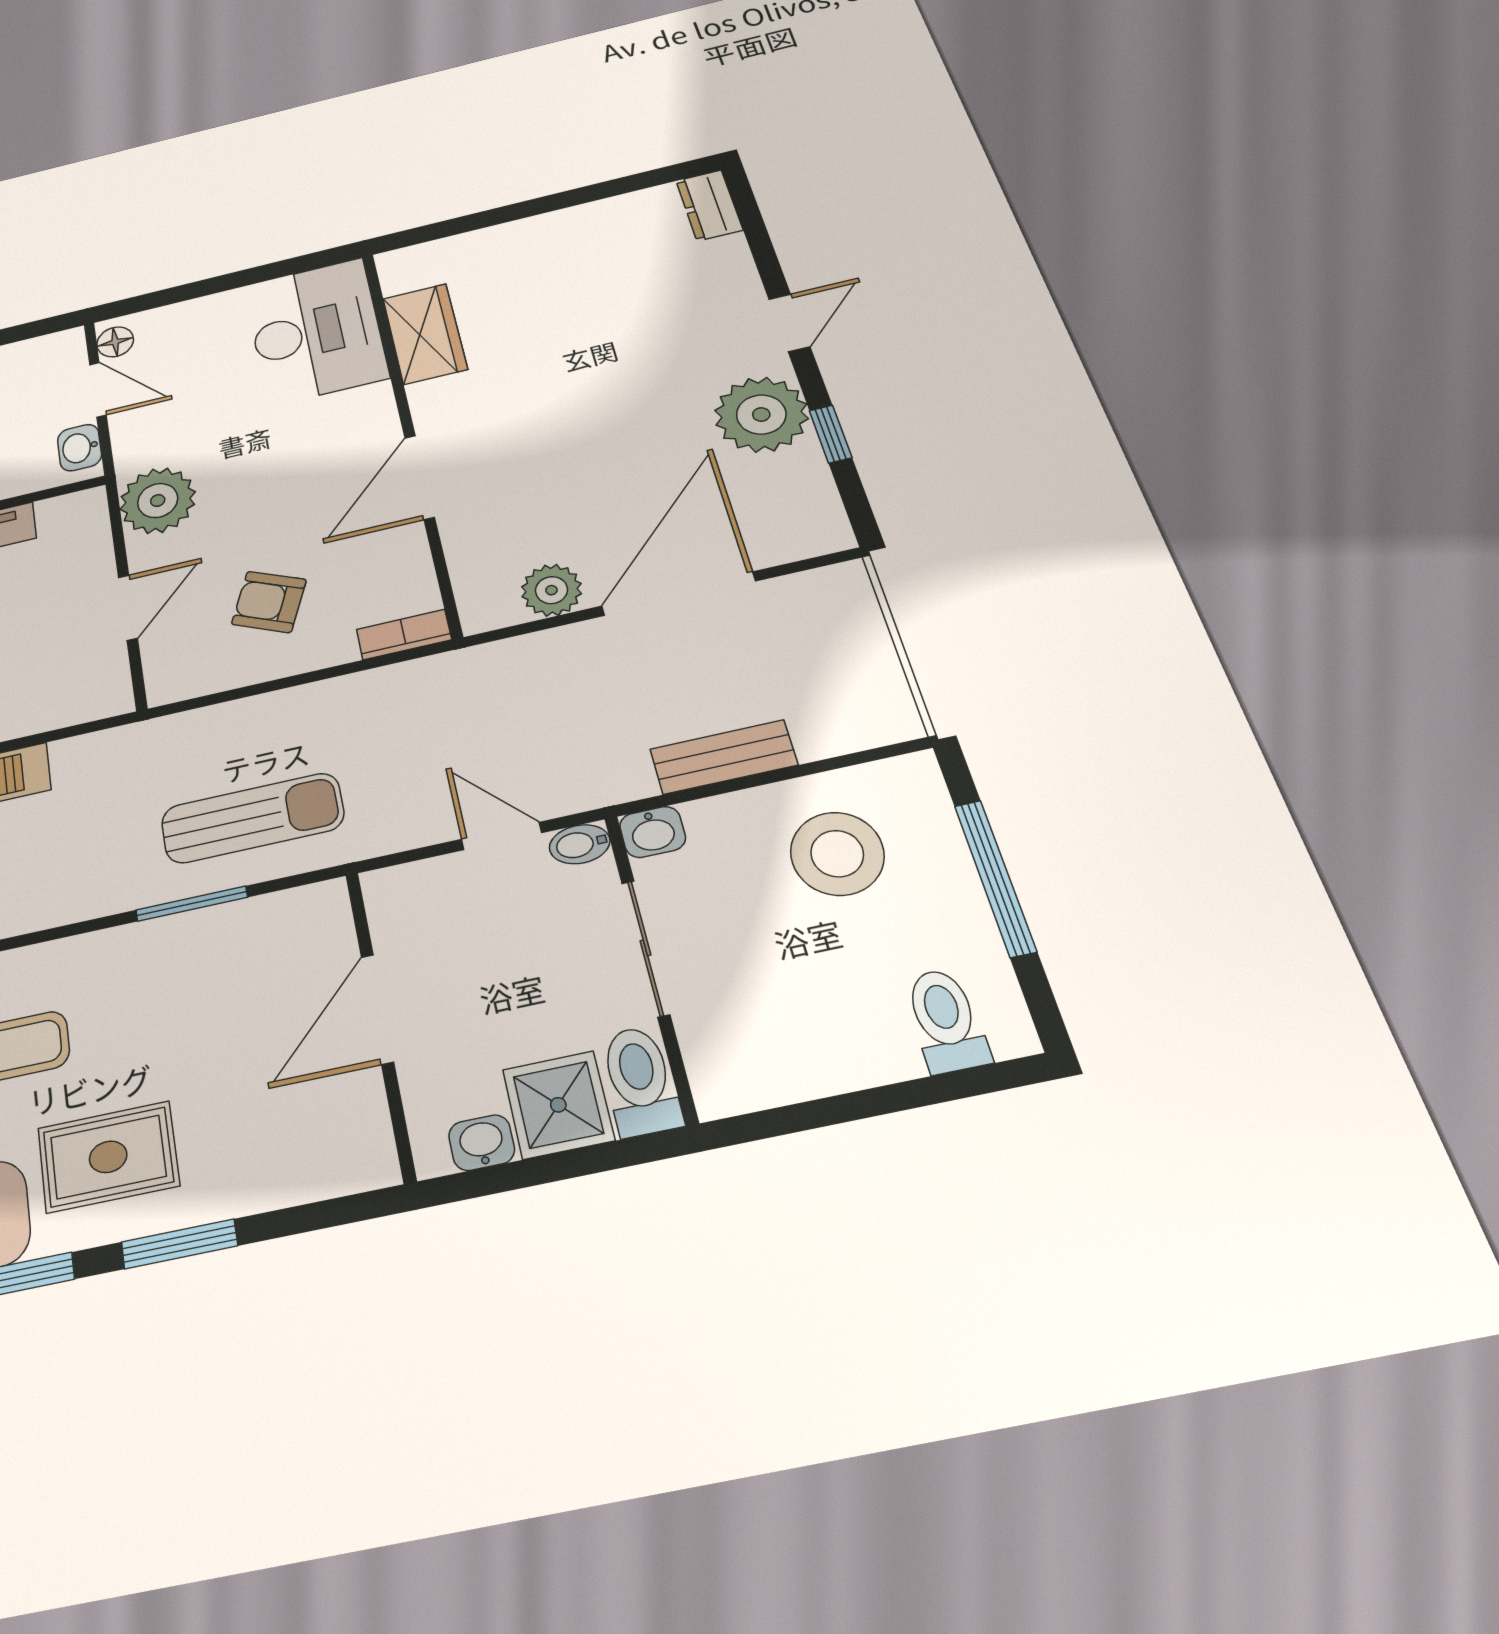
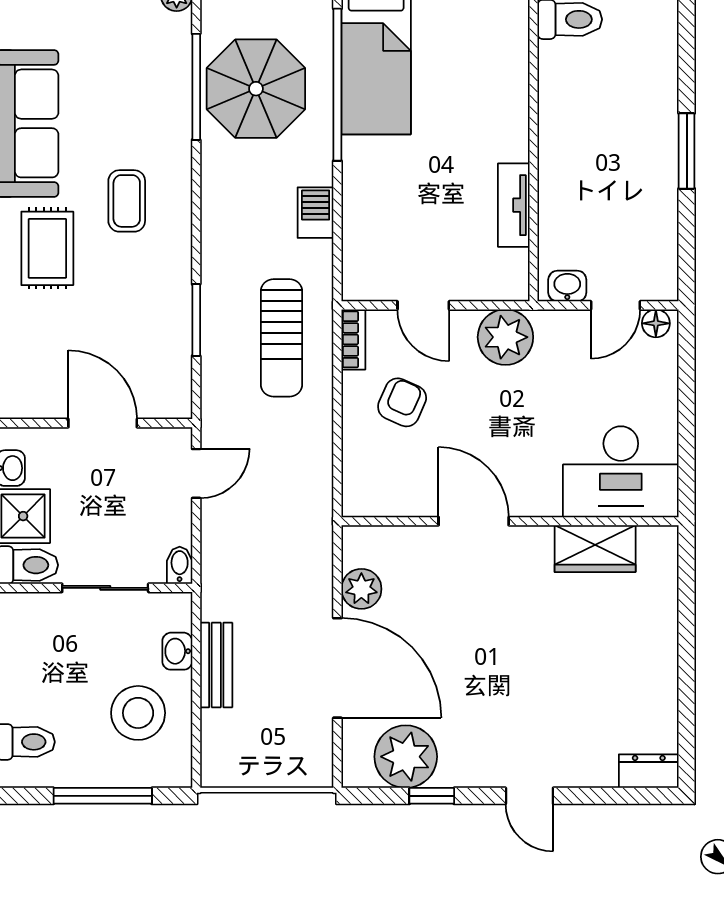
plant: (761, 414) -> (406, 757), moved
bookcase: (404, 635) -> (353, 339), moved
sun lounger: (252, 818) -> (282, 338), moved
washbasin: (653, 832) -> (177, 651), moved
door: (502, 836) -> (196, 473), moved

